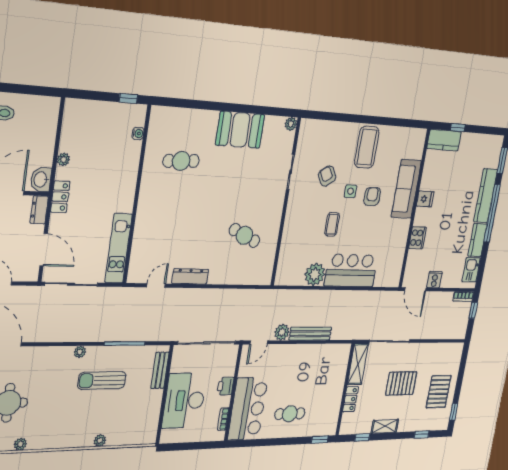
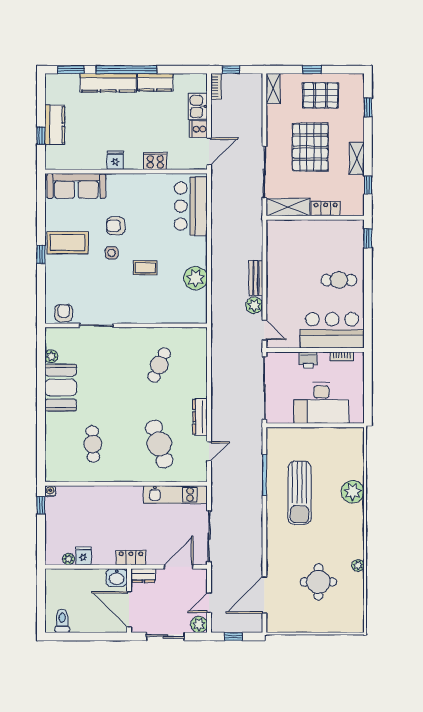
window: (362, 119) -> (41, 254), added
plant: (291, 124) -> (51, 356), moved
water cooler: (138, 133) -> (50, 491), moved
kitchen counter: (444, 140) -> (55, 125), moved
fridge: (69, 143) -> (83, 556), added
plant: (63, 160) -> (69, 559), moved
armchair: (327, 176) -> (64, 313), moved, turned 121
sofa: (406, 189) -> (76, 186), moved
cafe table: (171, 233) -> (159, 444), added
kitchen sink: (471, 270) -> (198, 106), moved, turned 90
bar counter: (351, 271) -> (191, 206), moved
door: (156, 285) -> (209, 451), swing flipped
bench: (310, 334) -> (256, 278), width x0.73
shelving: (452, 349) -> (273, 89), added
plant: (80, 352) -> (272, 519), removed
bench: (160, 370) -> (291, 434), removed
sun lounger: (102, 380) -> (300, 493), width x1.36, depth x1.34
pallet: (401, 383) -> (310, 147), width x1.37, depth x1.41
window: (454, 412) -> (312, 70), moved
cafe table: (290, 414) -> (339, 280), turned 90
plant: (100, 440) -> (353, 492), width x1.87, depth x1.87

